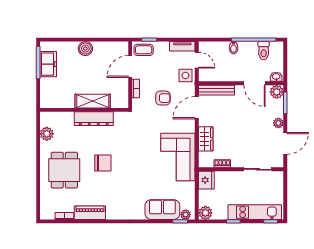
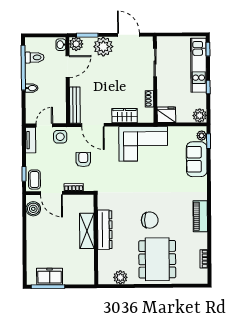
boiler: (85, 49) -> (33, 209), moved
plant: (278, 123) -> (103, 47), width x1.87, depth x1.87
chair: (103, 163) -> (150, 220), turned 90
dining table: (64, 170) -> (157, 259), width x1.38
piano: (90, 213) -> (200, 216), moved

